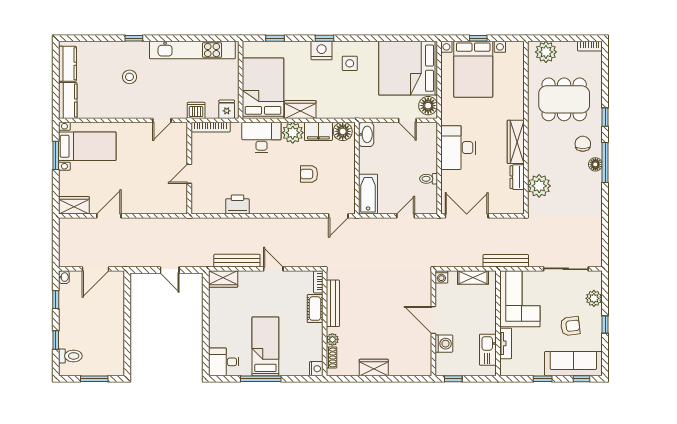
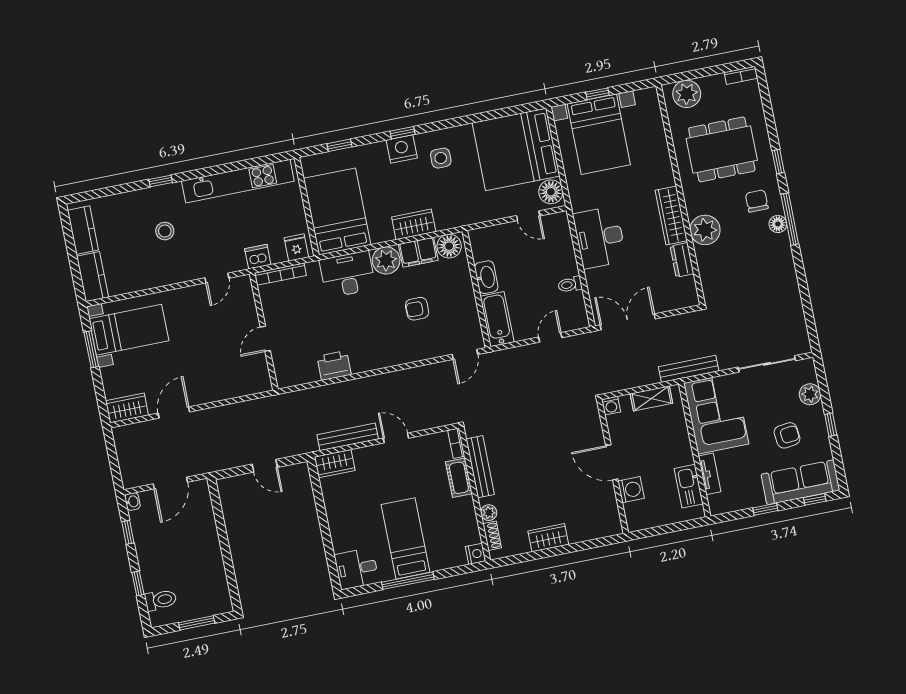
wardrobe: (300, 110) -> (414, 224), moved
washbasin: (366, 134) -> (486, 277), moved
plant: (539, 186) -> (705, 230), moved
window: (453, 379) -> (652, 532), removed

